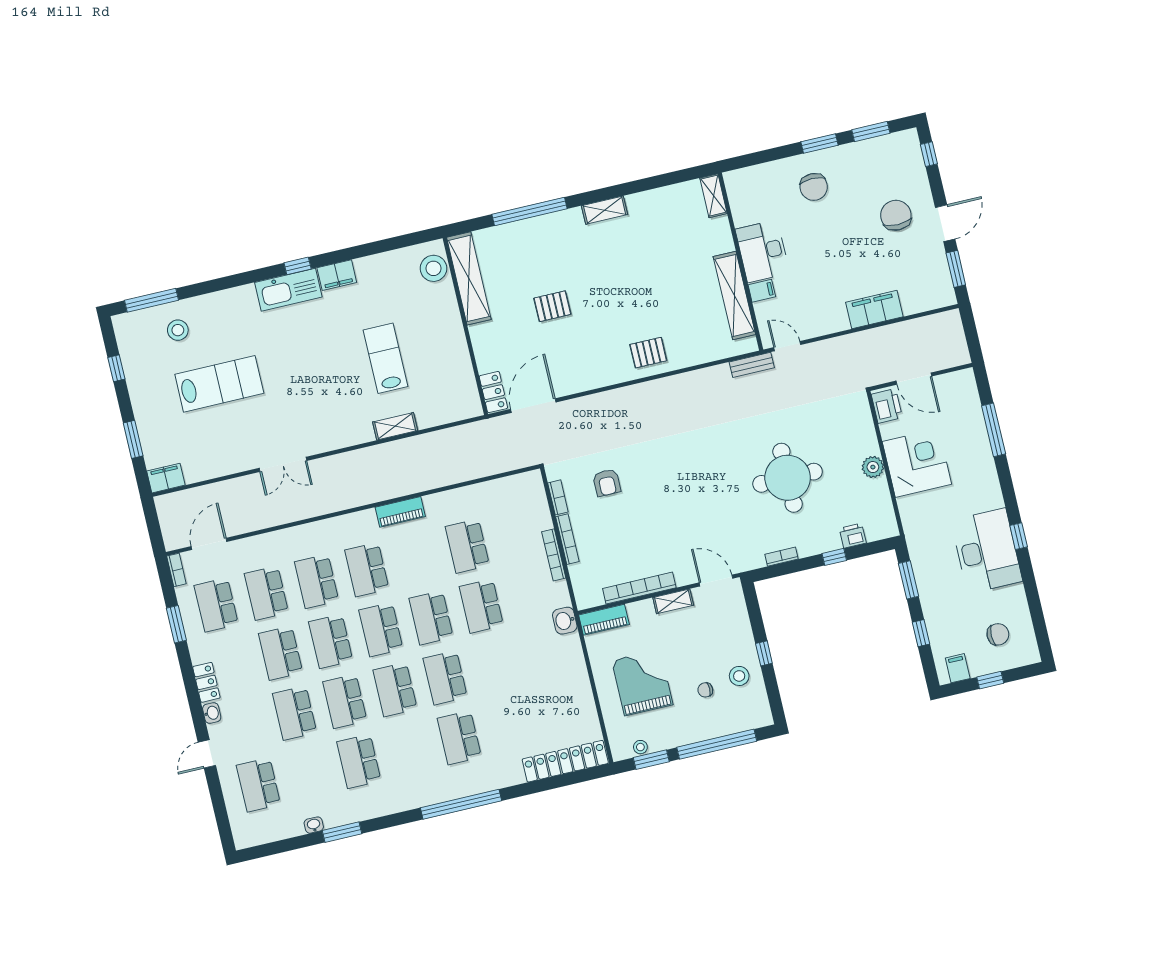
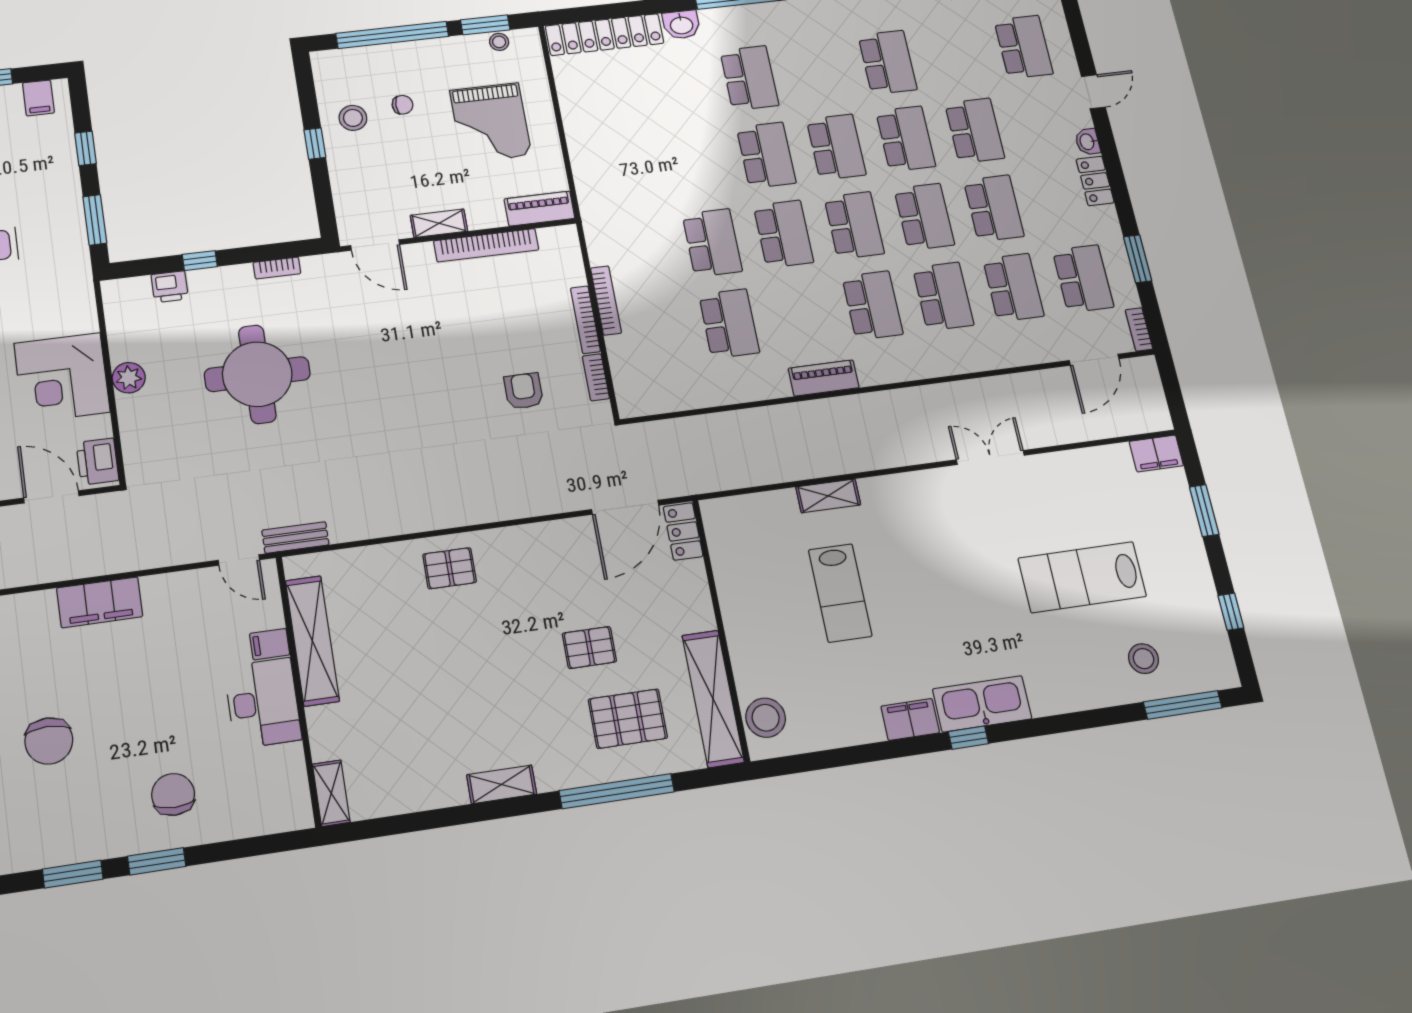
pallet: (525, 260) -> (628, 719), added
washbasin: (565, 621) -> (681, 25), moved, turned 90

